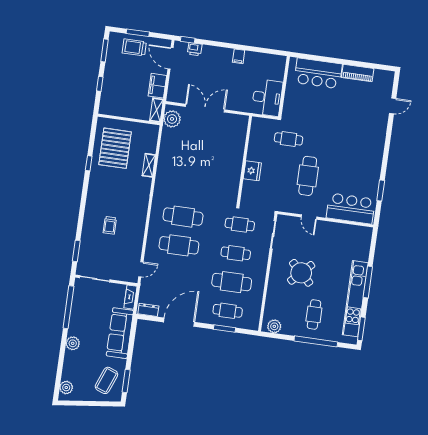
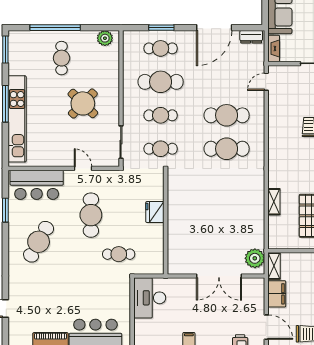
cafe table: (356, 159) -> (39, 242), added
kitchen unit: (355, 299) -> (17, 119), moved

